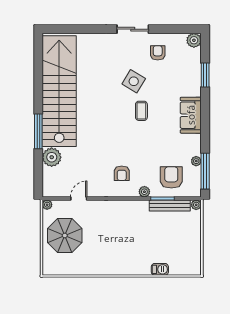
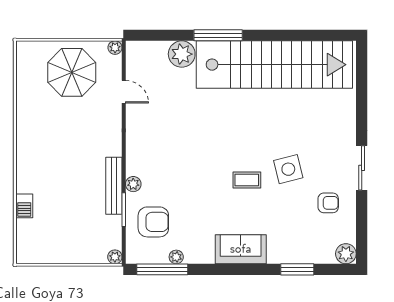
side table: (134, 81) -> (288, 169), turned 45
armchair: (122, 173) -> (159, 152), removed
bench: (170, 206) -> (114, 186), moved

